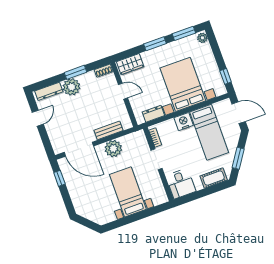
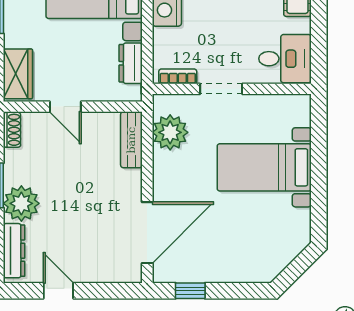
door: (123, 91) -> (65, 107), swing flipped
bench: (108, 130) -> (131, 140), moved
plant: (113, 149) -> (170, 132), moved

